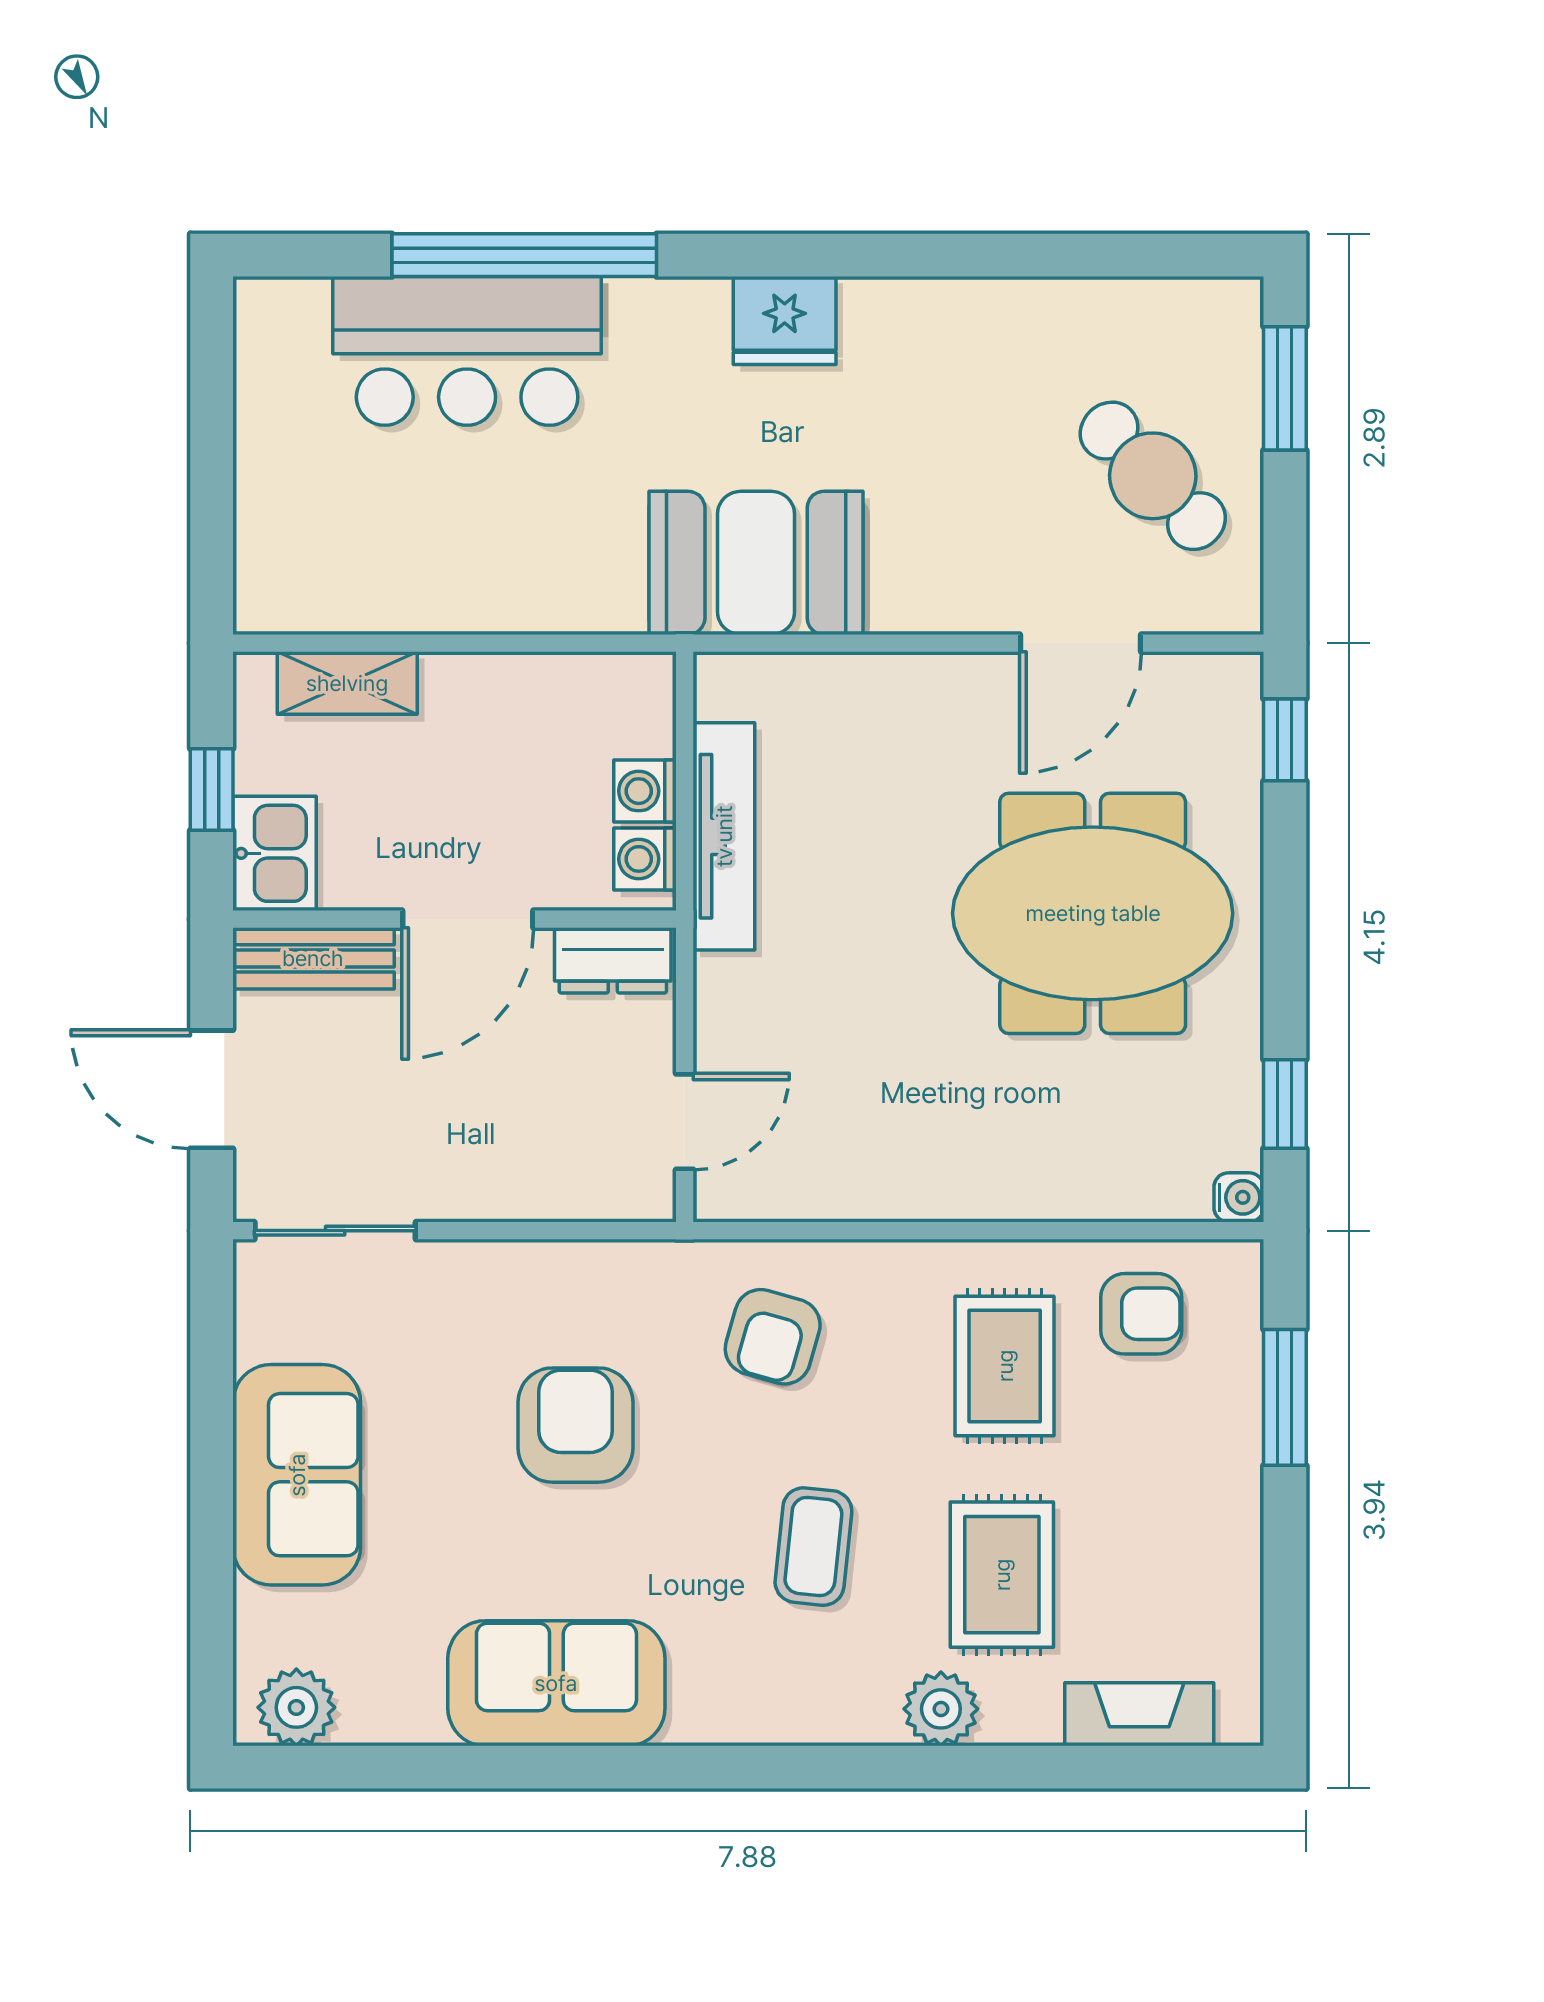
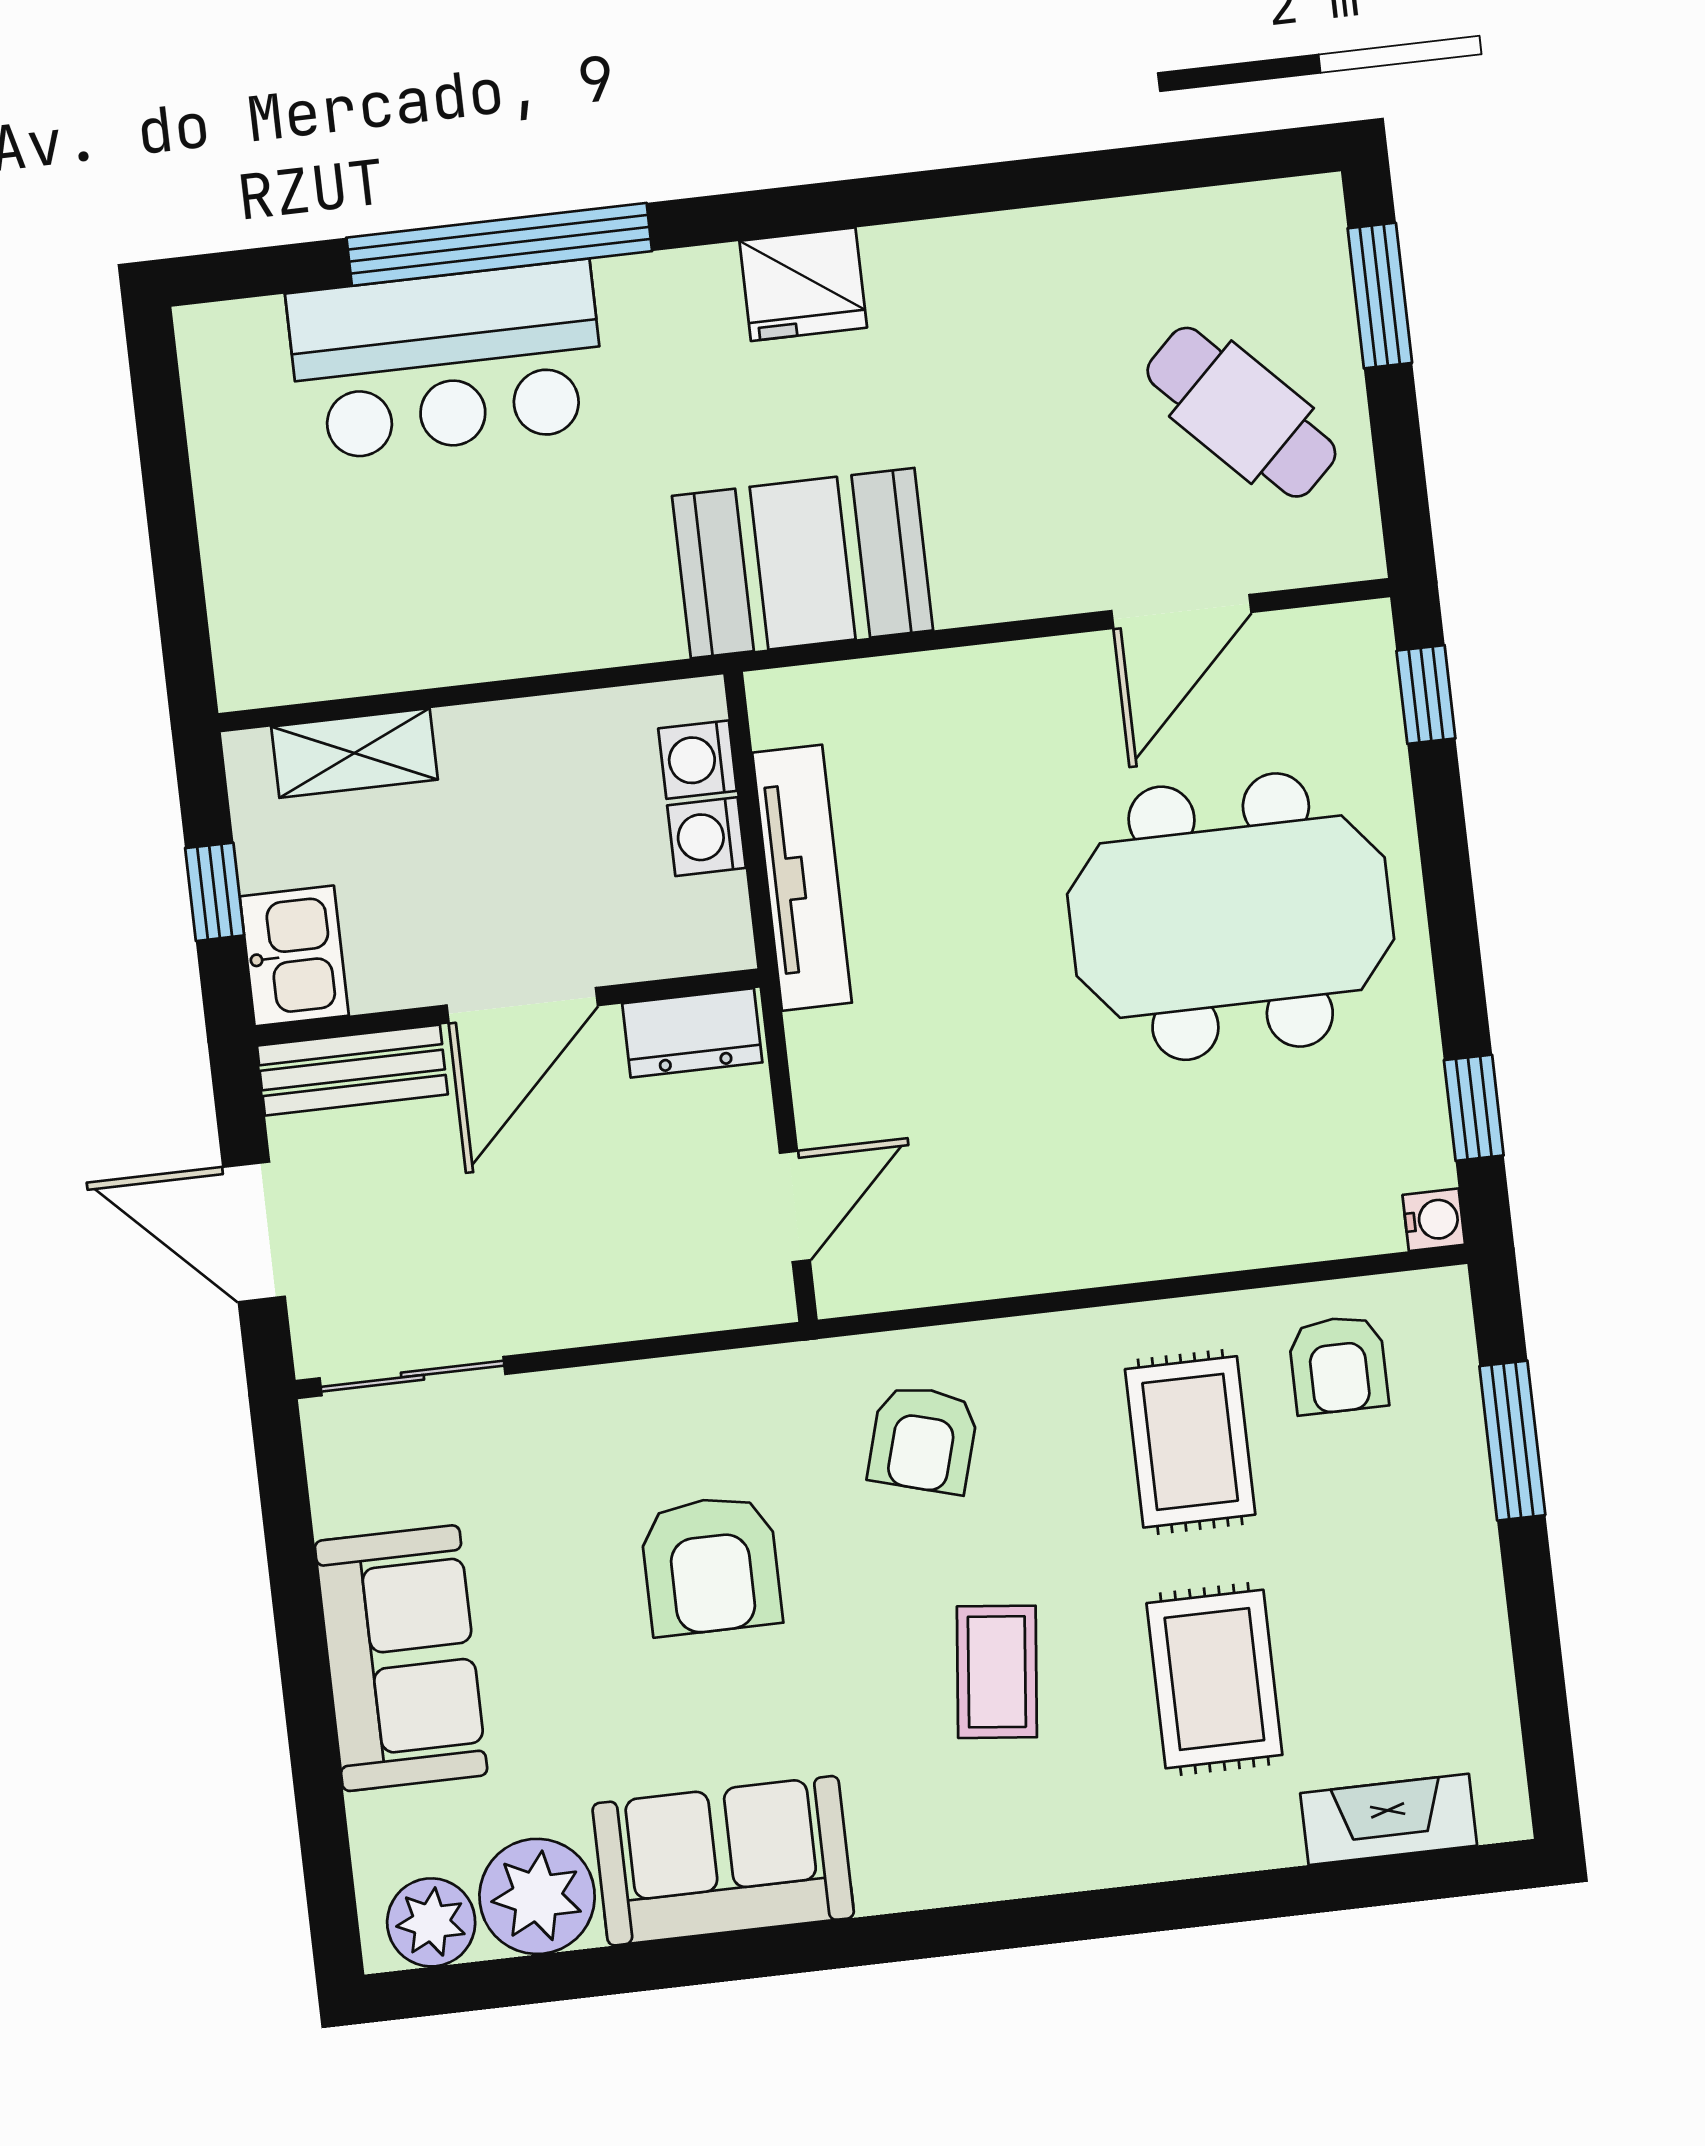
washing machine: (645, 859) -> (698, 760), moved
armchair: (1141, 1314) -> (1338, 1365), turned 90
armchair: (575, 1425) -> (711, 1565), turned 180
plant: (941, 1709) -> (537, 1896), moved, width x1.36, depth x1.36

